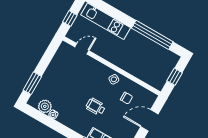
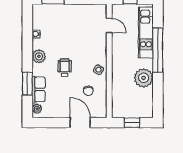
window: (152, 35) -> (158, 50), moved
plant: (143, 45) -> (144, 78), added
plant: (45, 106) -> (39, 56), moved

